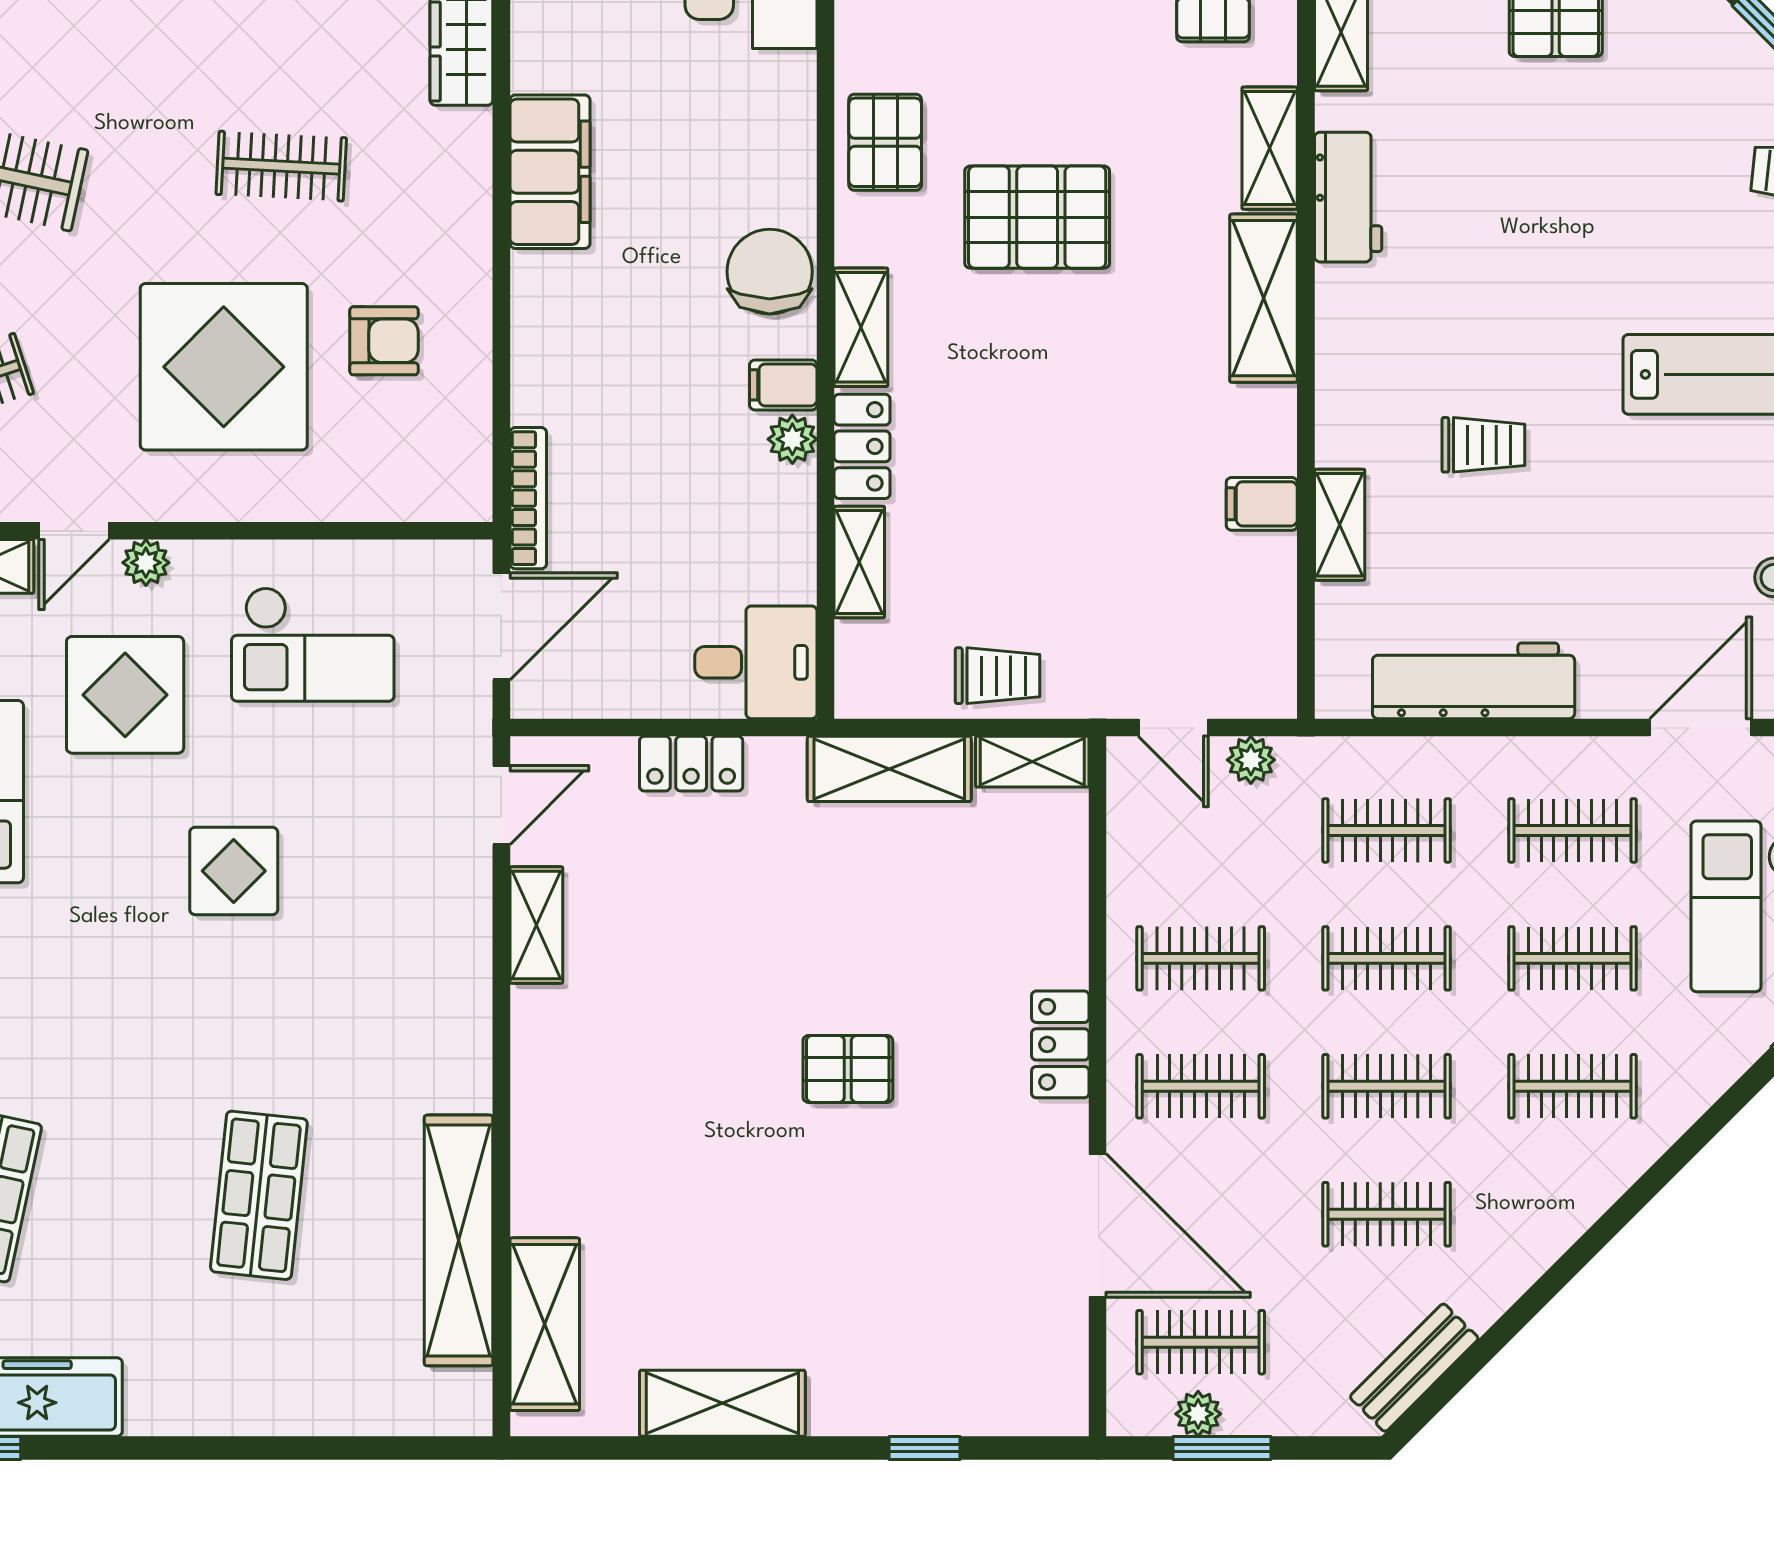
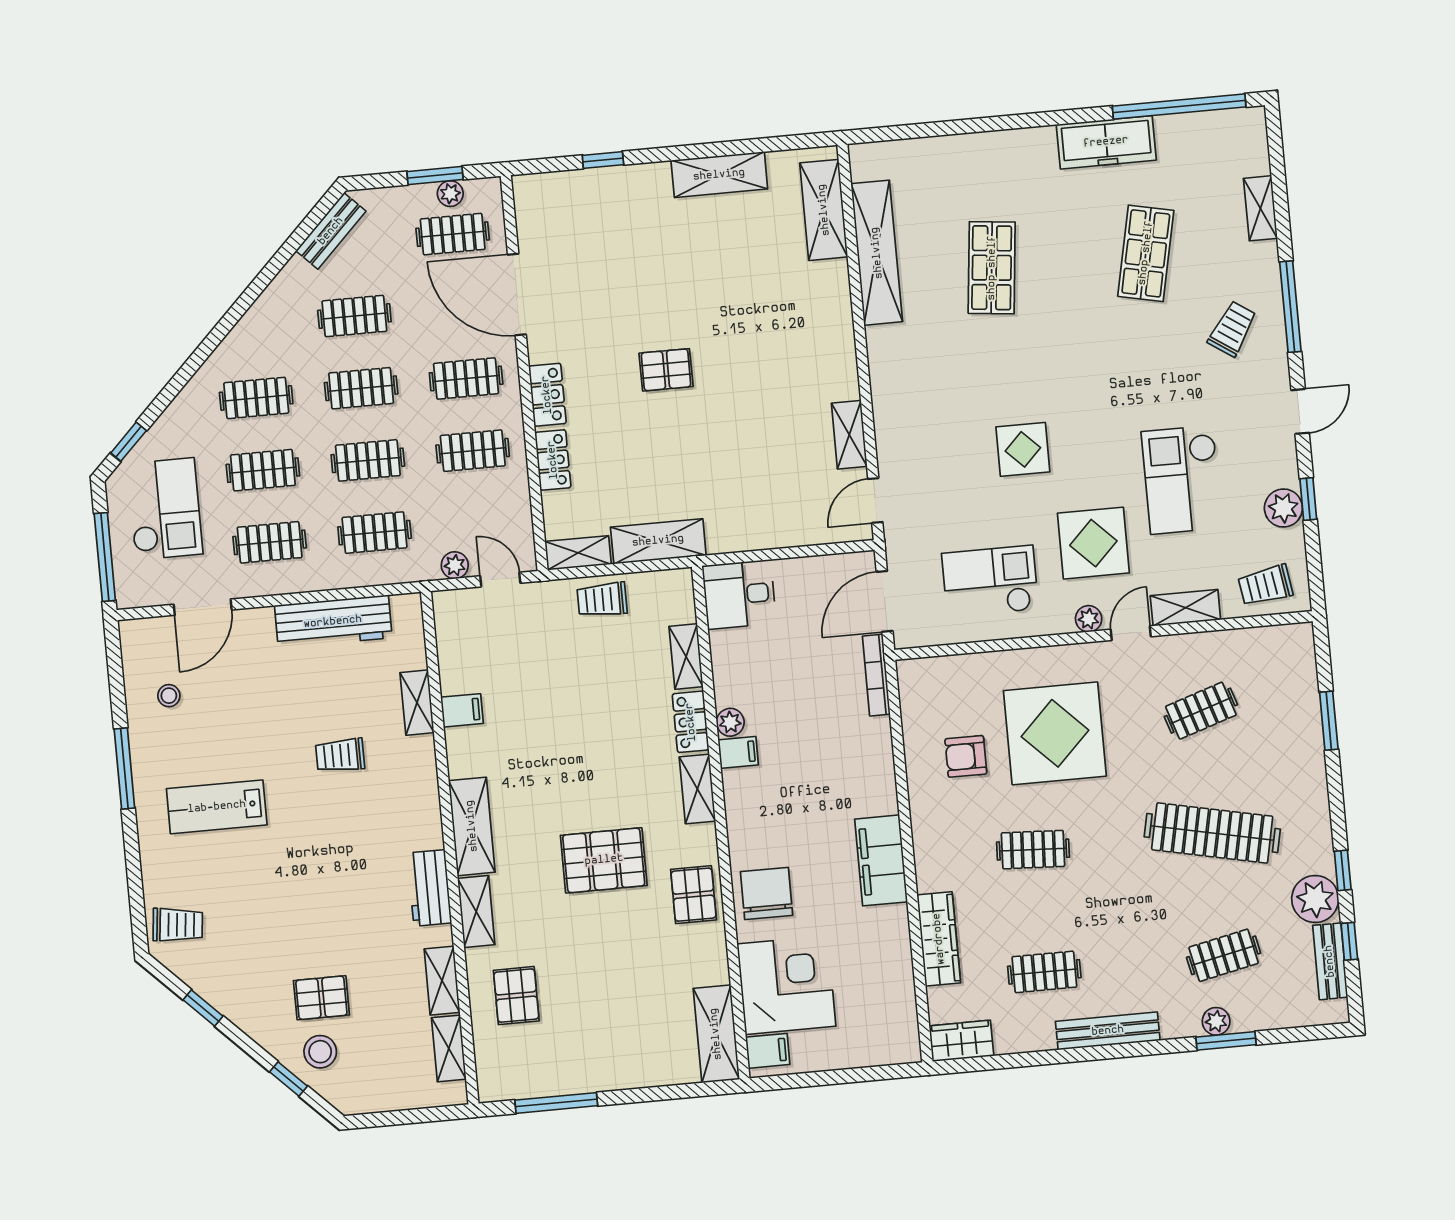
chair: (770, 272) -> (767, 893), moved, turned 180
locker: (691, 764) -> (553, 460), moved, turned 90

